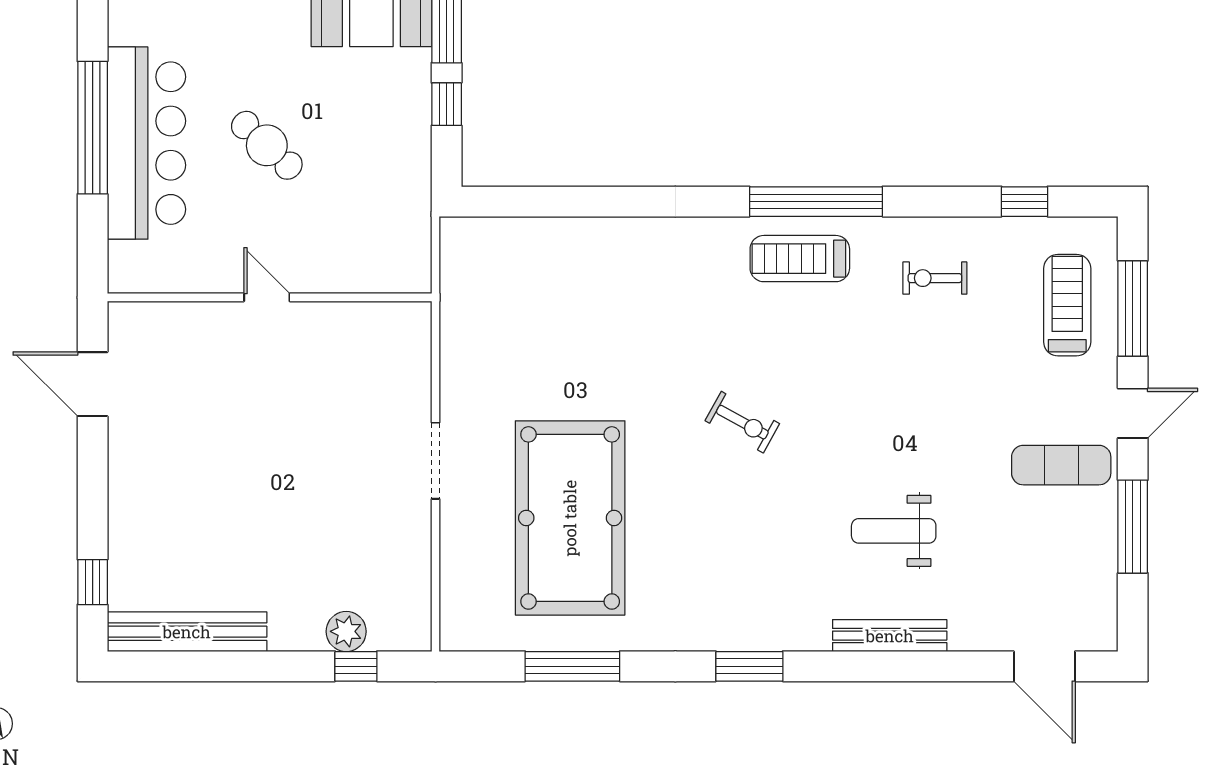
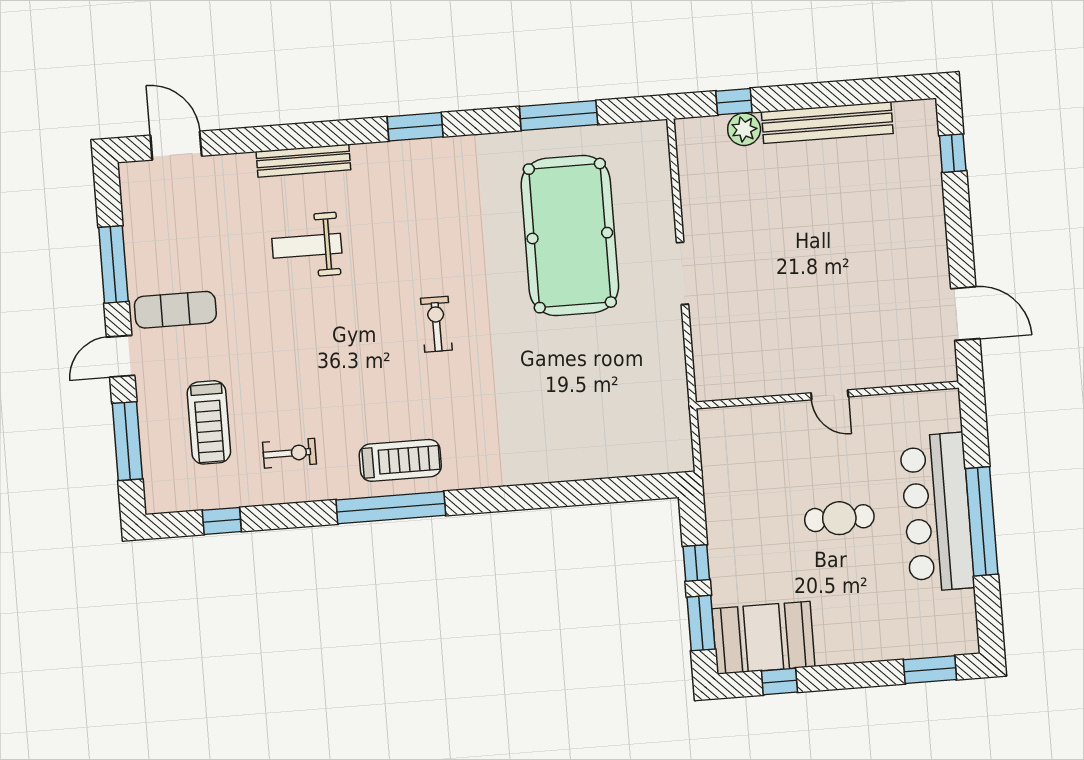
cafe table: (267, 145) -> (839, 518), turned -43
treadmill: (1067, 305) -> (209, 422), moved
exercise bike: (742, 422) -> (436, 324), turned 61
weight bench: (894, 531) -> (307, 246), turned 180
bench: (187, 632) -> (827, 123), moved

